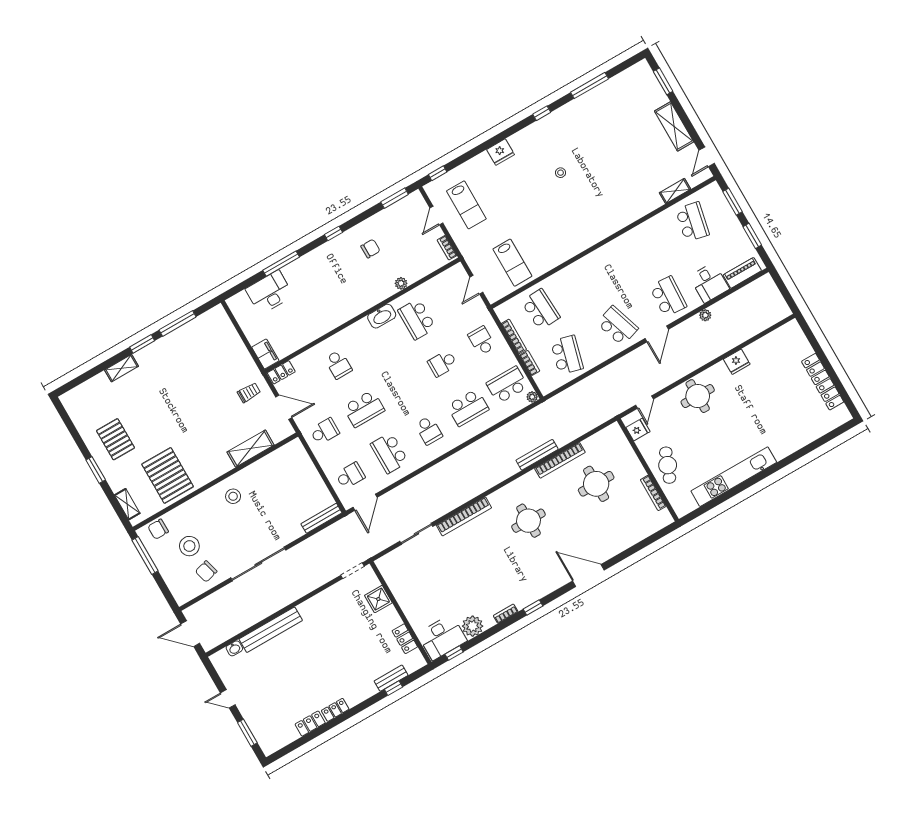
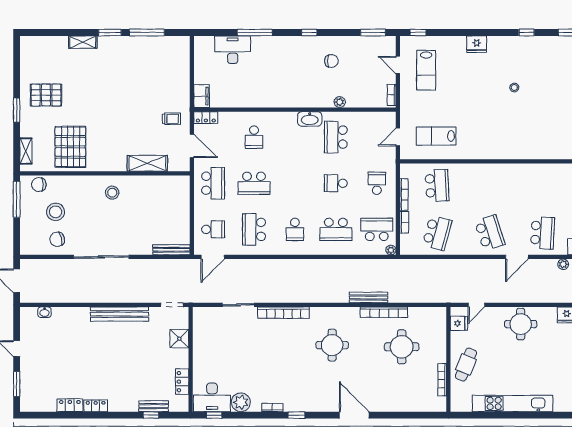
door: (436, 216) -> (398, 65), hinge flipped
lab bench: (512, 263) -> (436, 136), turned 90
school desk: (325, 431) -> (213, 183), width x1.85
pallet: (115, 439) -> (46, 95), turned 90
bench: (271, 630) -> (120, 314), moved

